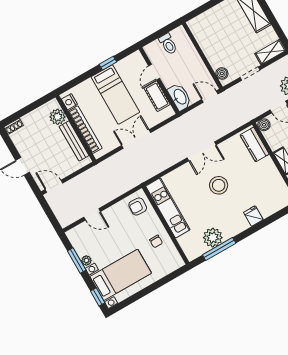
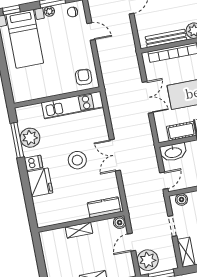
door: (92, 214) -> (91, 32), swing flipped
fridge: (253, 216) -> (40, 182), width x1.88, depth x1.34
dishwasher: (236, 226) -> (33, 163), added
chair: (156, 241) -> (72, 12), moved

